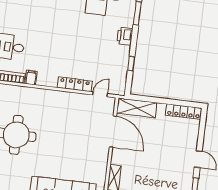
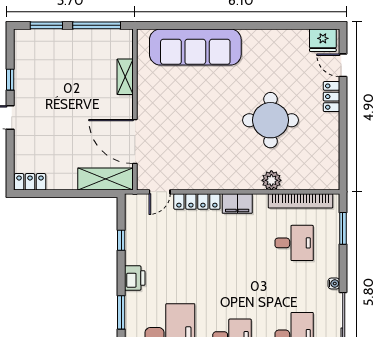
filing cabinet: (31, 78) -> (237, 204), moved, width x2.00
plant: (21, 93) -> (271, 180), added
locker: (184, 112) -> (30, 182), width x0.66

